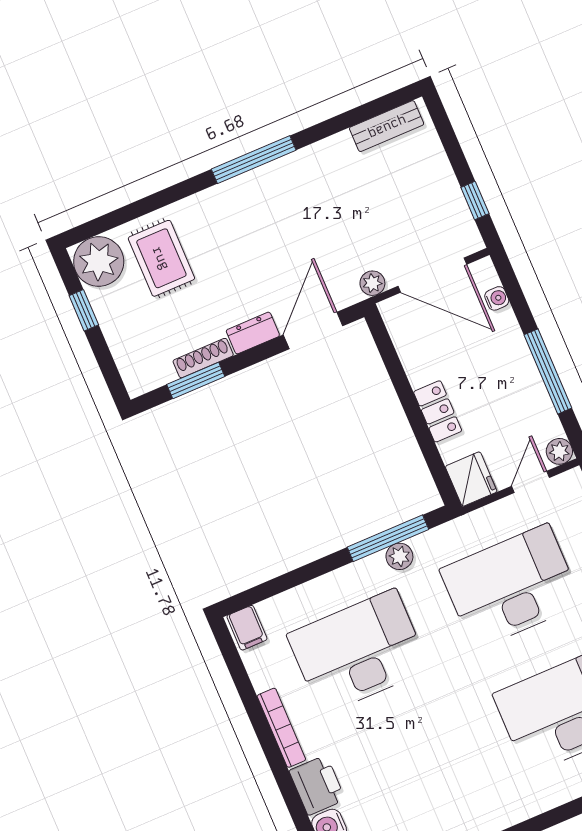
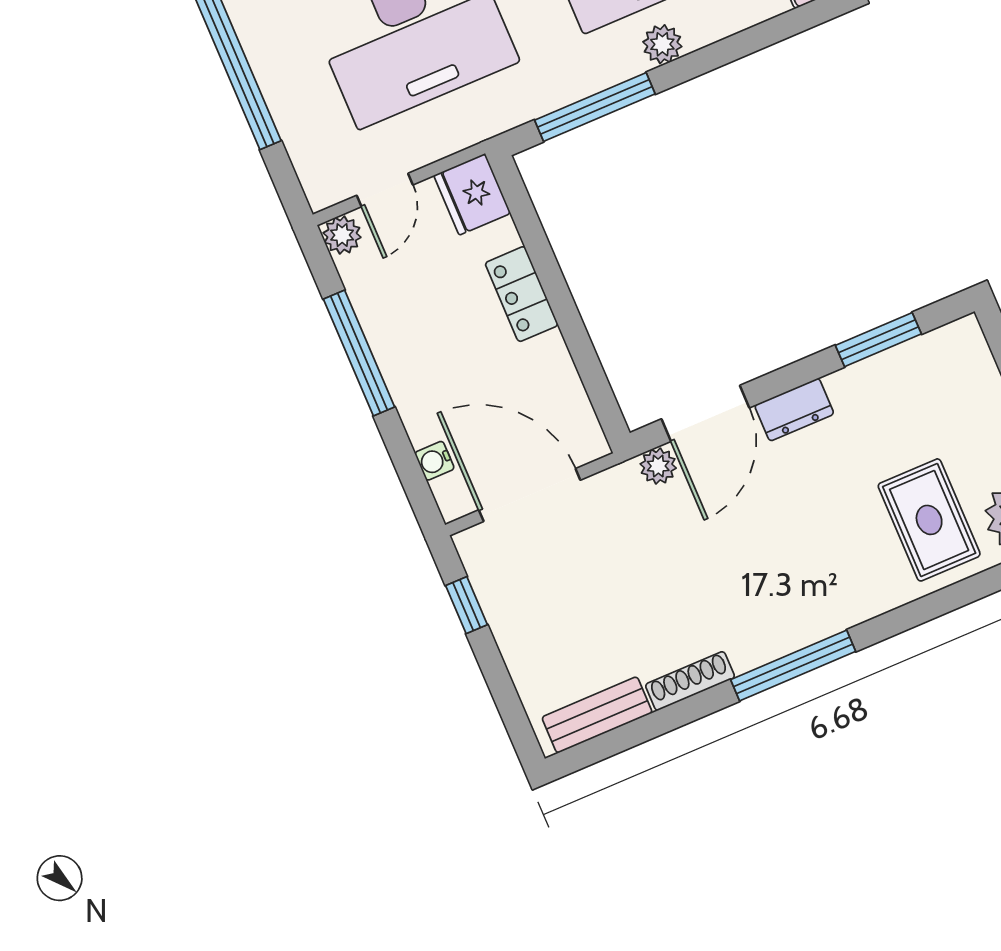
plant: (372, 283) -> (658, 466), moved
shoe rack: (203, 358) -> (690, 681), moved, turned 180
plant: (399, 556) -> (662, 44), moved

